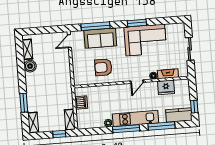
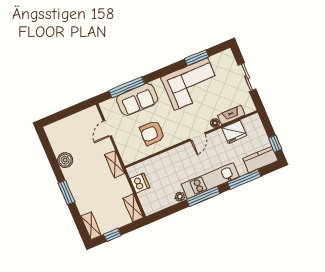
window: (137, 23) -> (197, 58), moved
door: (69, 41) -> (107, 128), moved
shelving: (27, 49) -> (115, 164), moved
window: (24, 103) -> (66, 192), moved
window: (59, 134) -> (112, 235), moved

